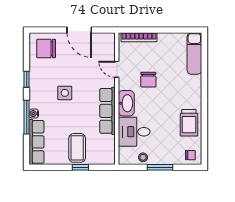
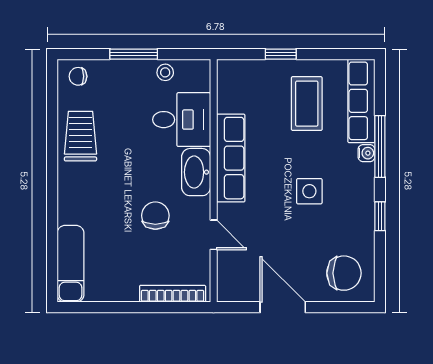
coffee table: (77, 148) -> (307, 104), moved

